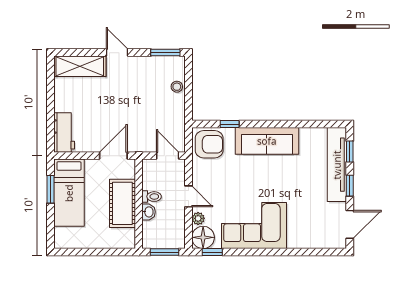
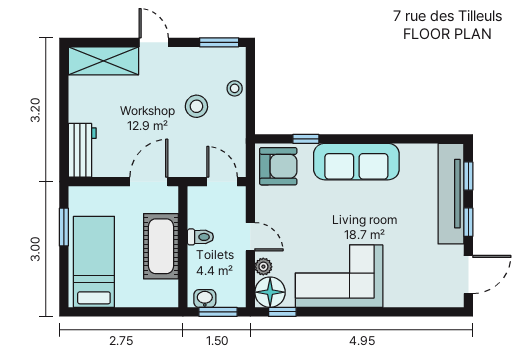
stool: (149, 100) -> (196, 106), added
bed: (69, 193) -> (94, 262), moved, turned 180
washbasin: (149, 212) -> (205, 299), moved, turned -90

